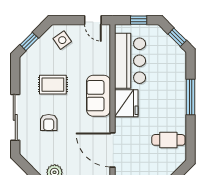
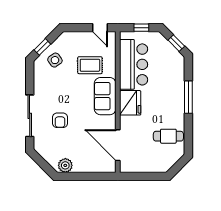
side table: (62, 40) -> (55, 60), moved
rug: (53, 85) -> (90, 65), moved

